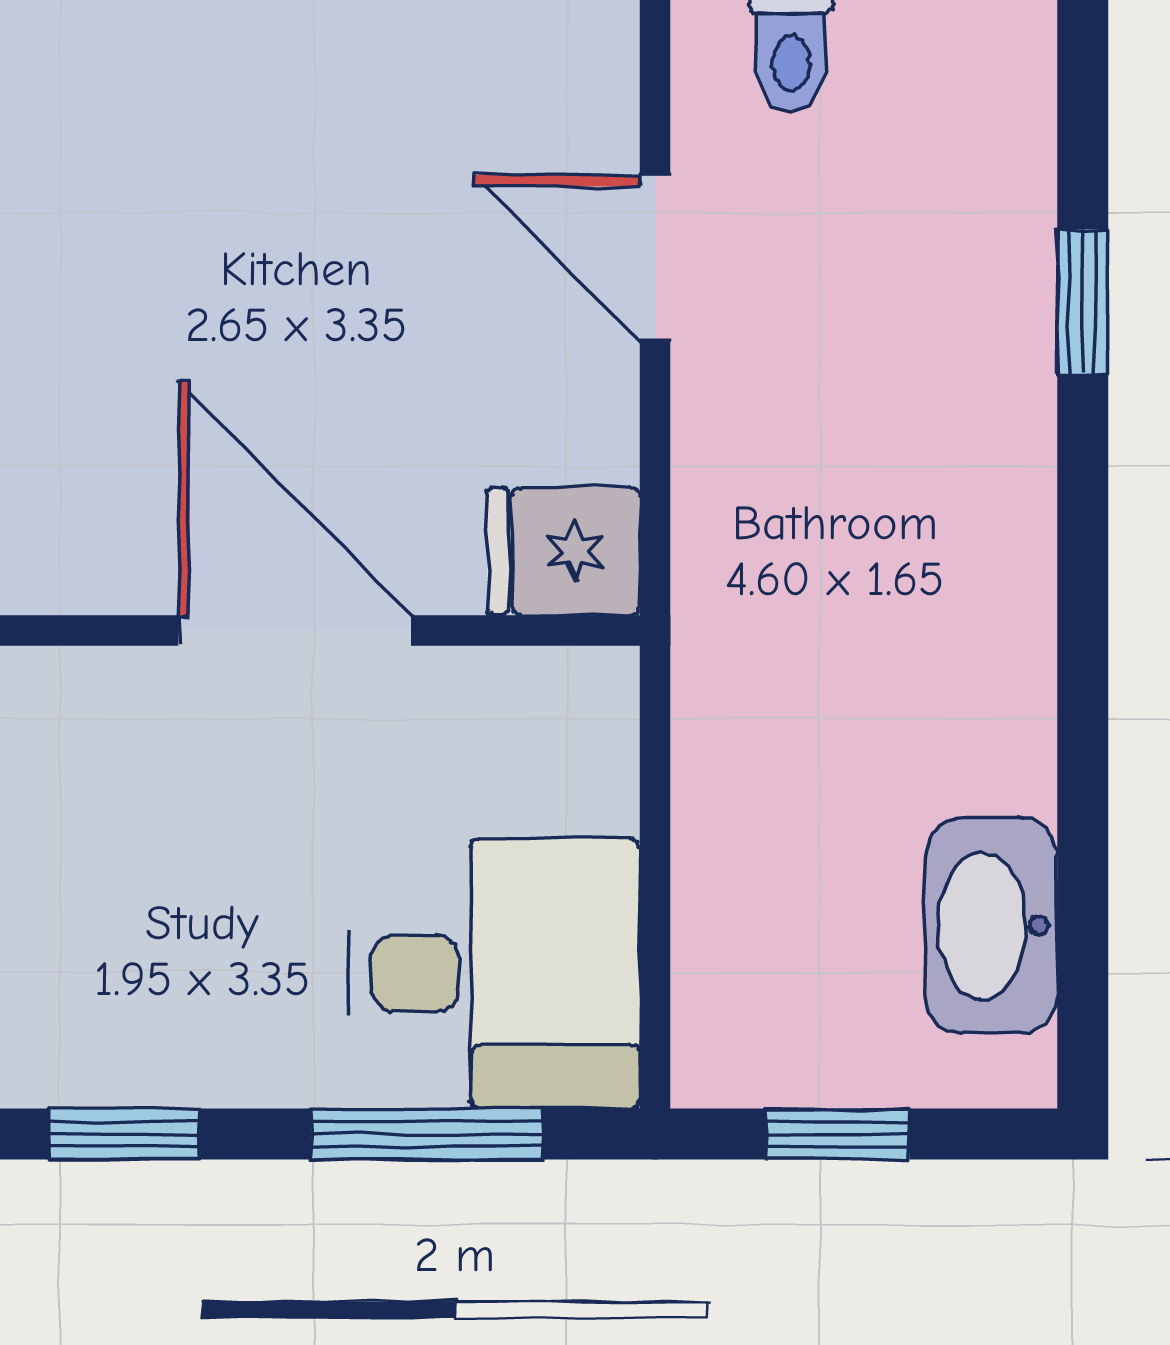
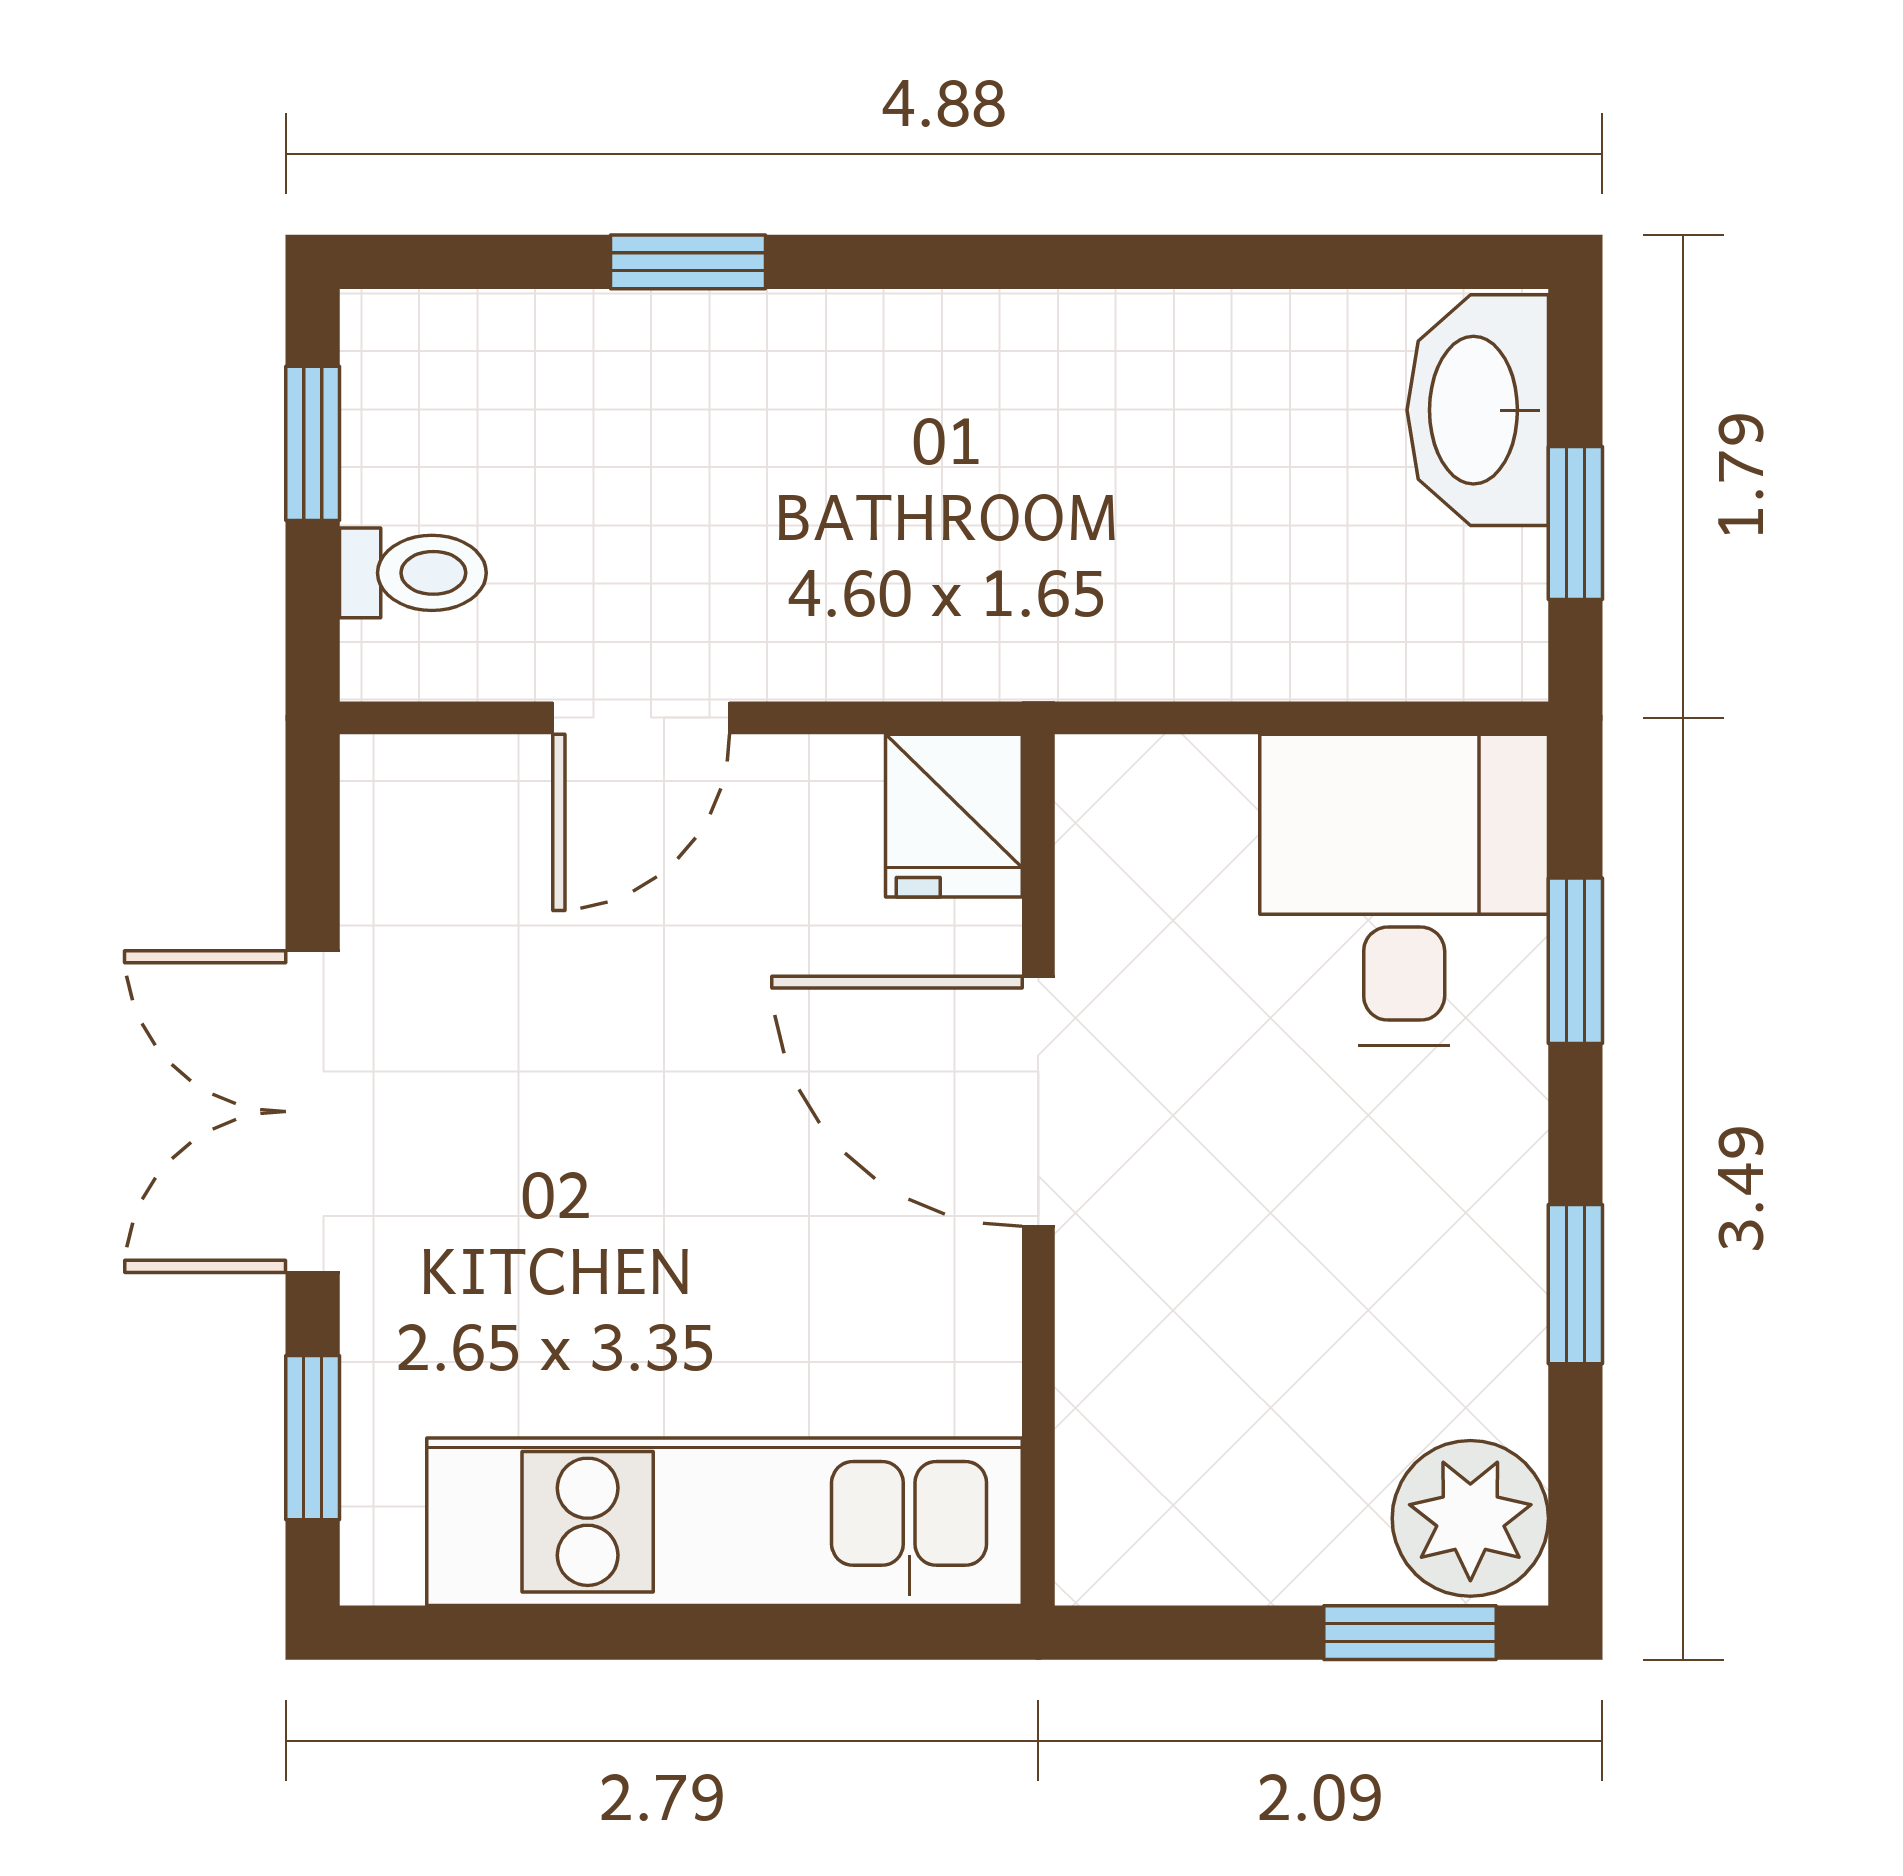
door: (296, 630) -> (1038, 1101), hinge flipped
washbasin: (991, 926) -> (1478, 410), moved, turned 90
window: (427, 1134) -> (1575, 961), width x0.67

